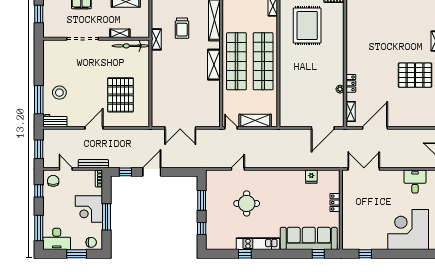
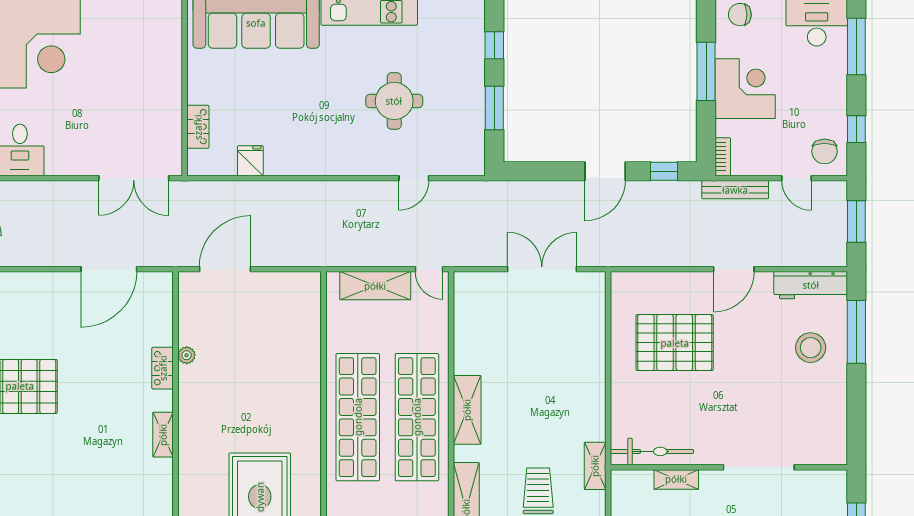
pallet: (121, 95) -> (675, 343), turned 90
shelving: (351, 111) -> (163, 435), moved
workbench: (55, 121) -> (811, 285), width x1.38
locker: (335, 203) -> (198, 127), moved

